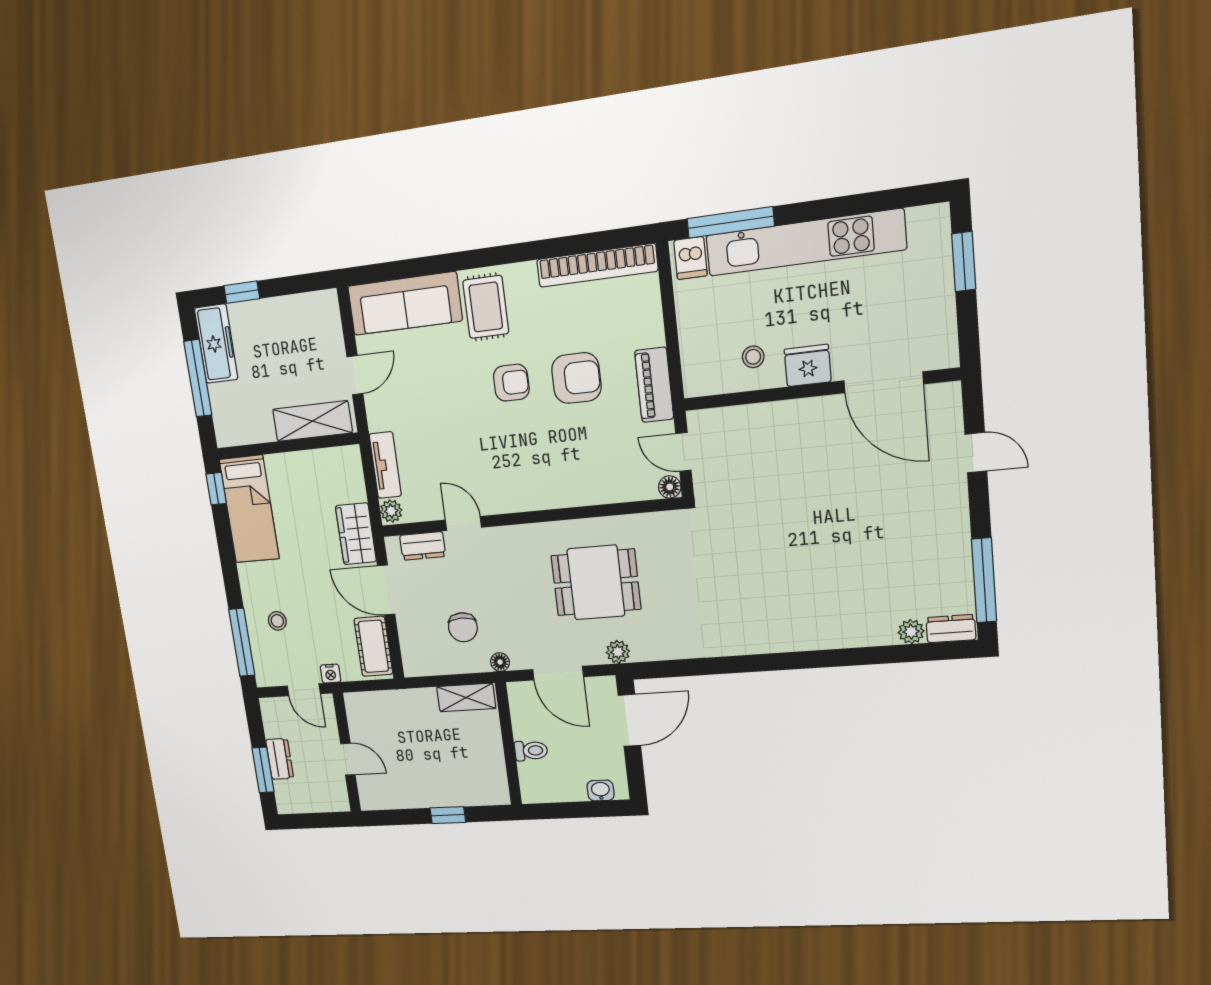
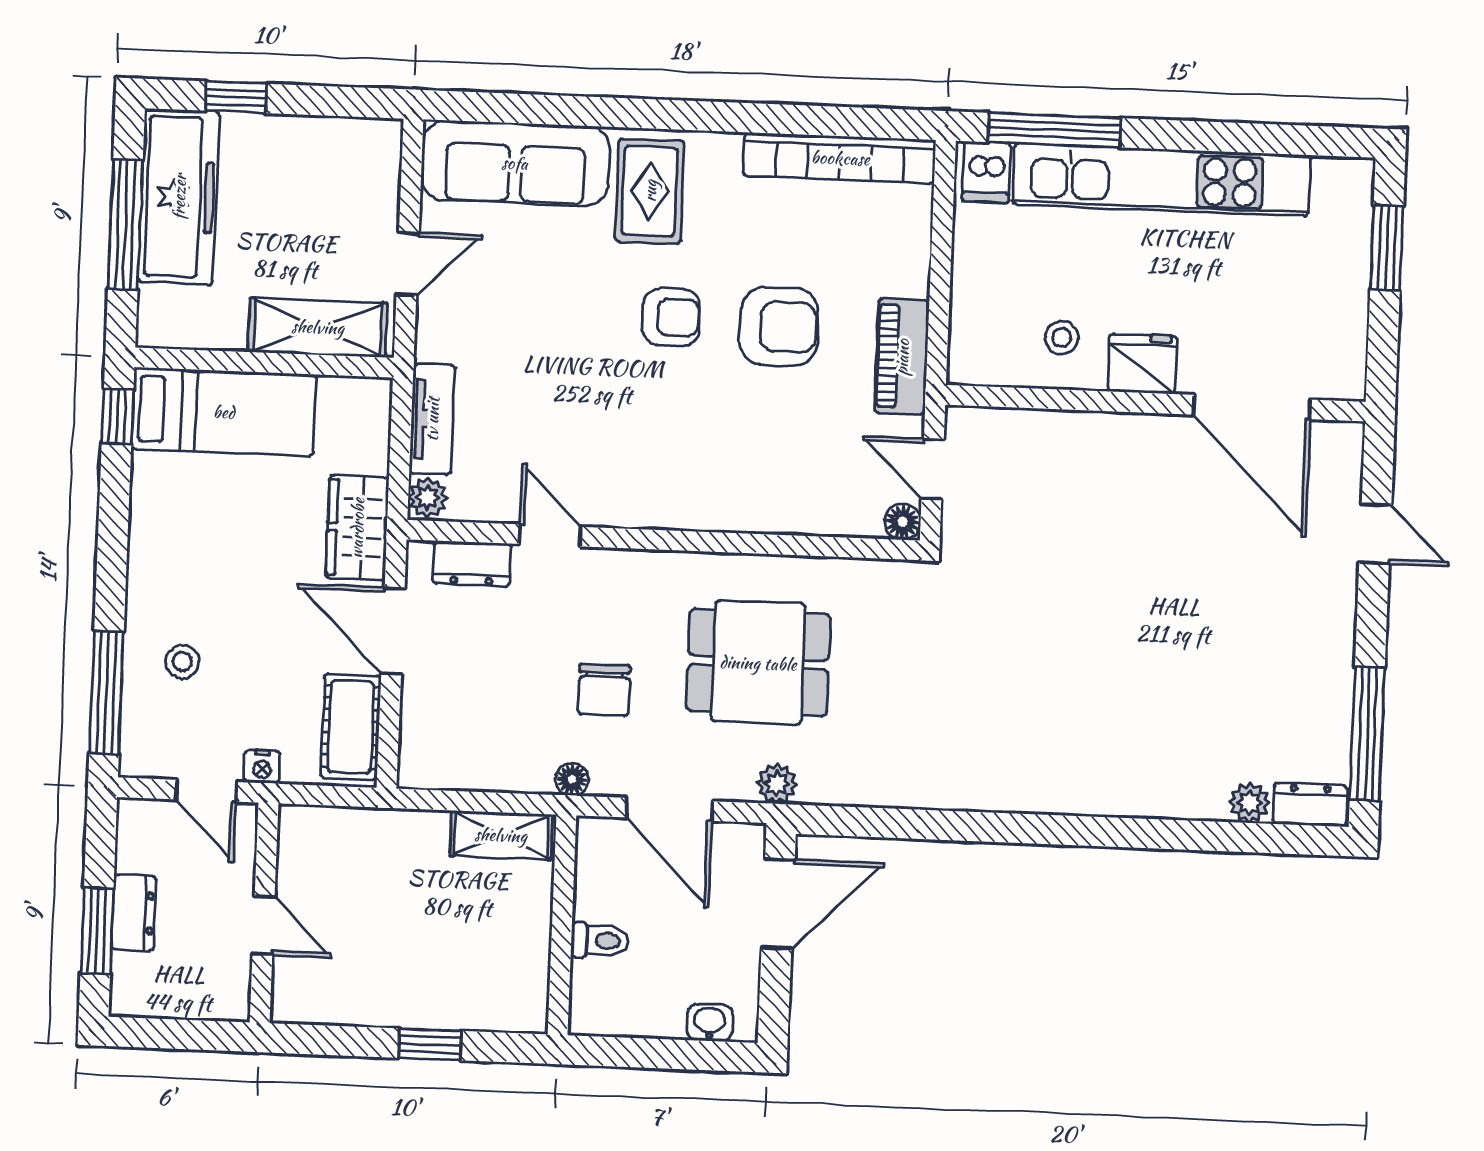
freezer: (216, 344) -> (179, 197), width x1.36, depth x1.26
bed: (249, 509) -> (224, 412), moved, turned -90
chair: (463, 627) -> (604, 690), moved

